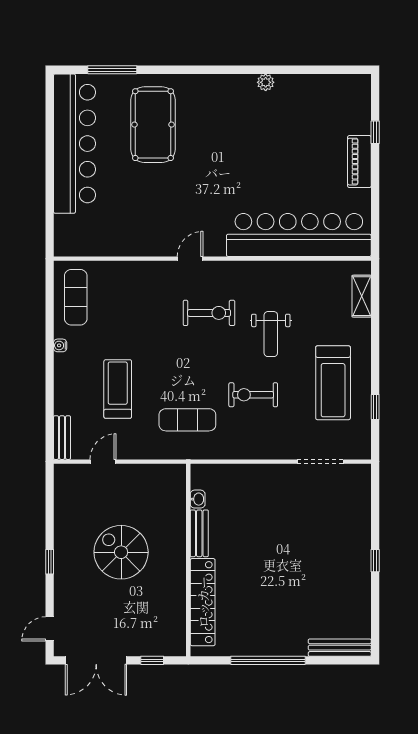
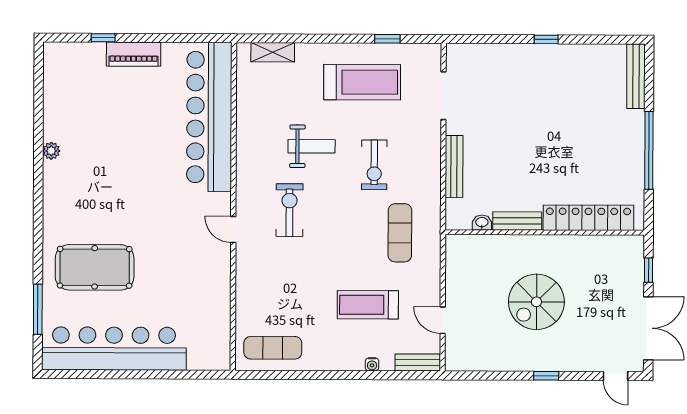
water cooler: (60, 345) -> (372, 364), moved
bench: (252, 472) -> (454, 166), added

